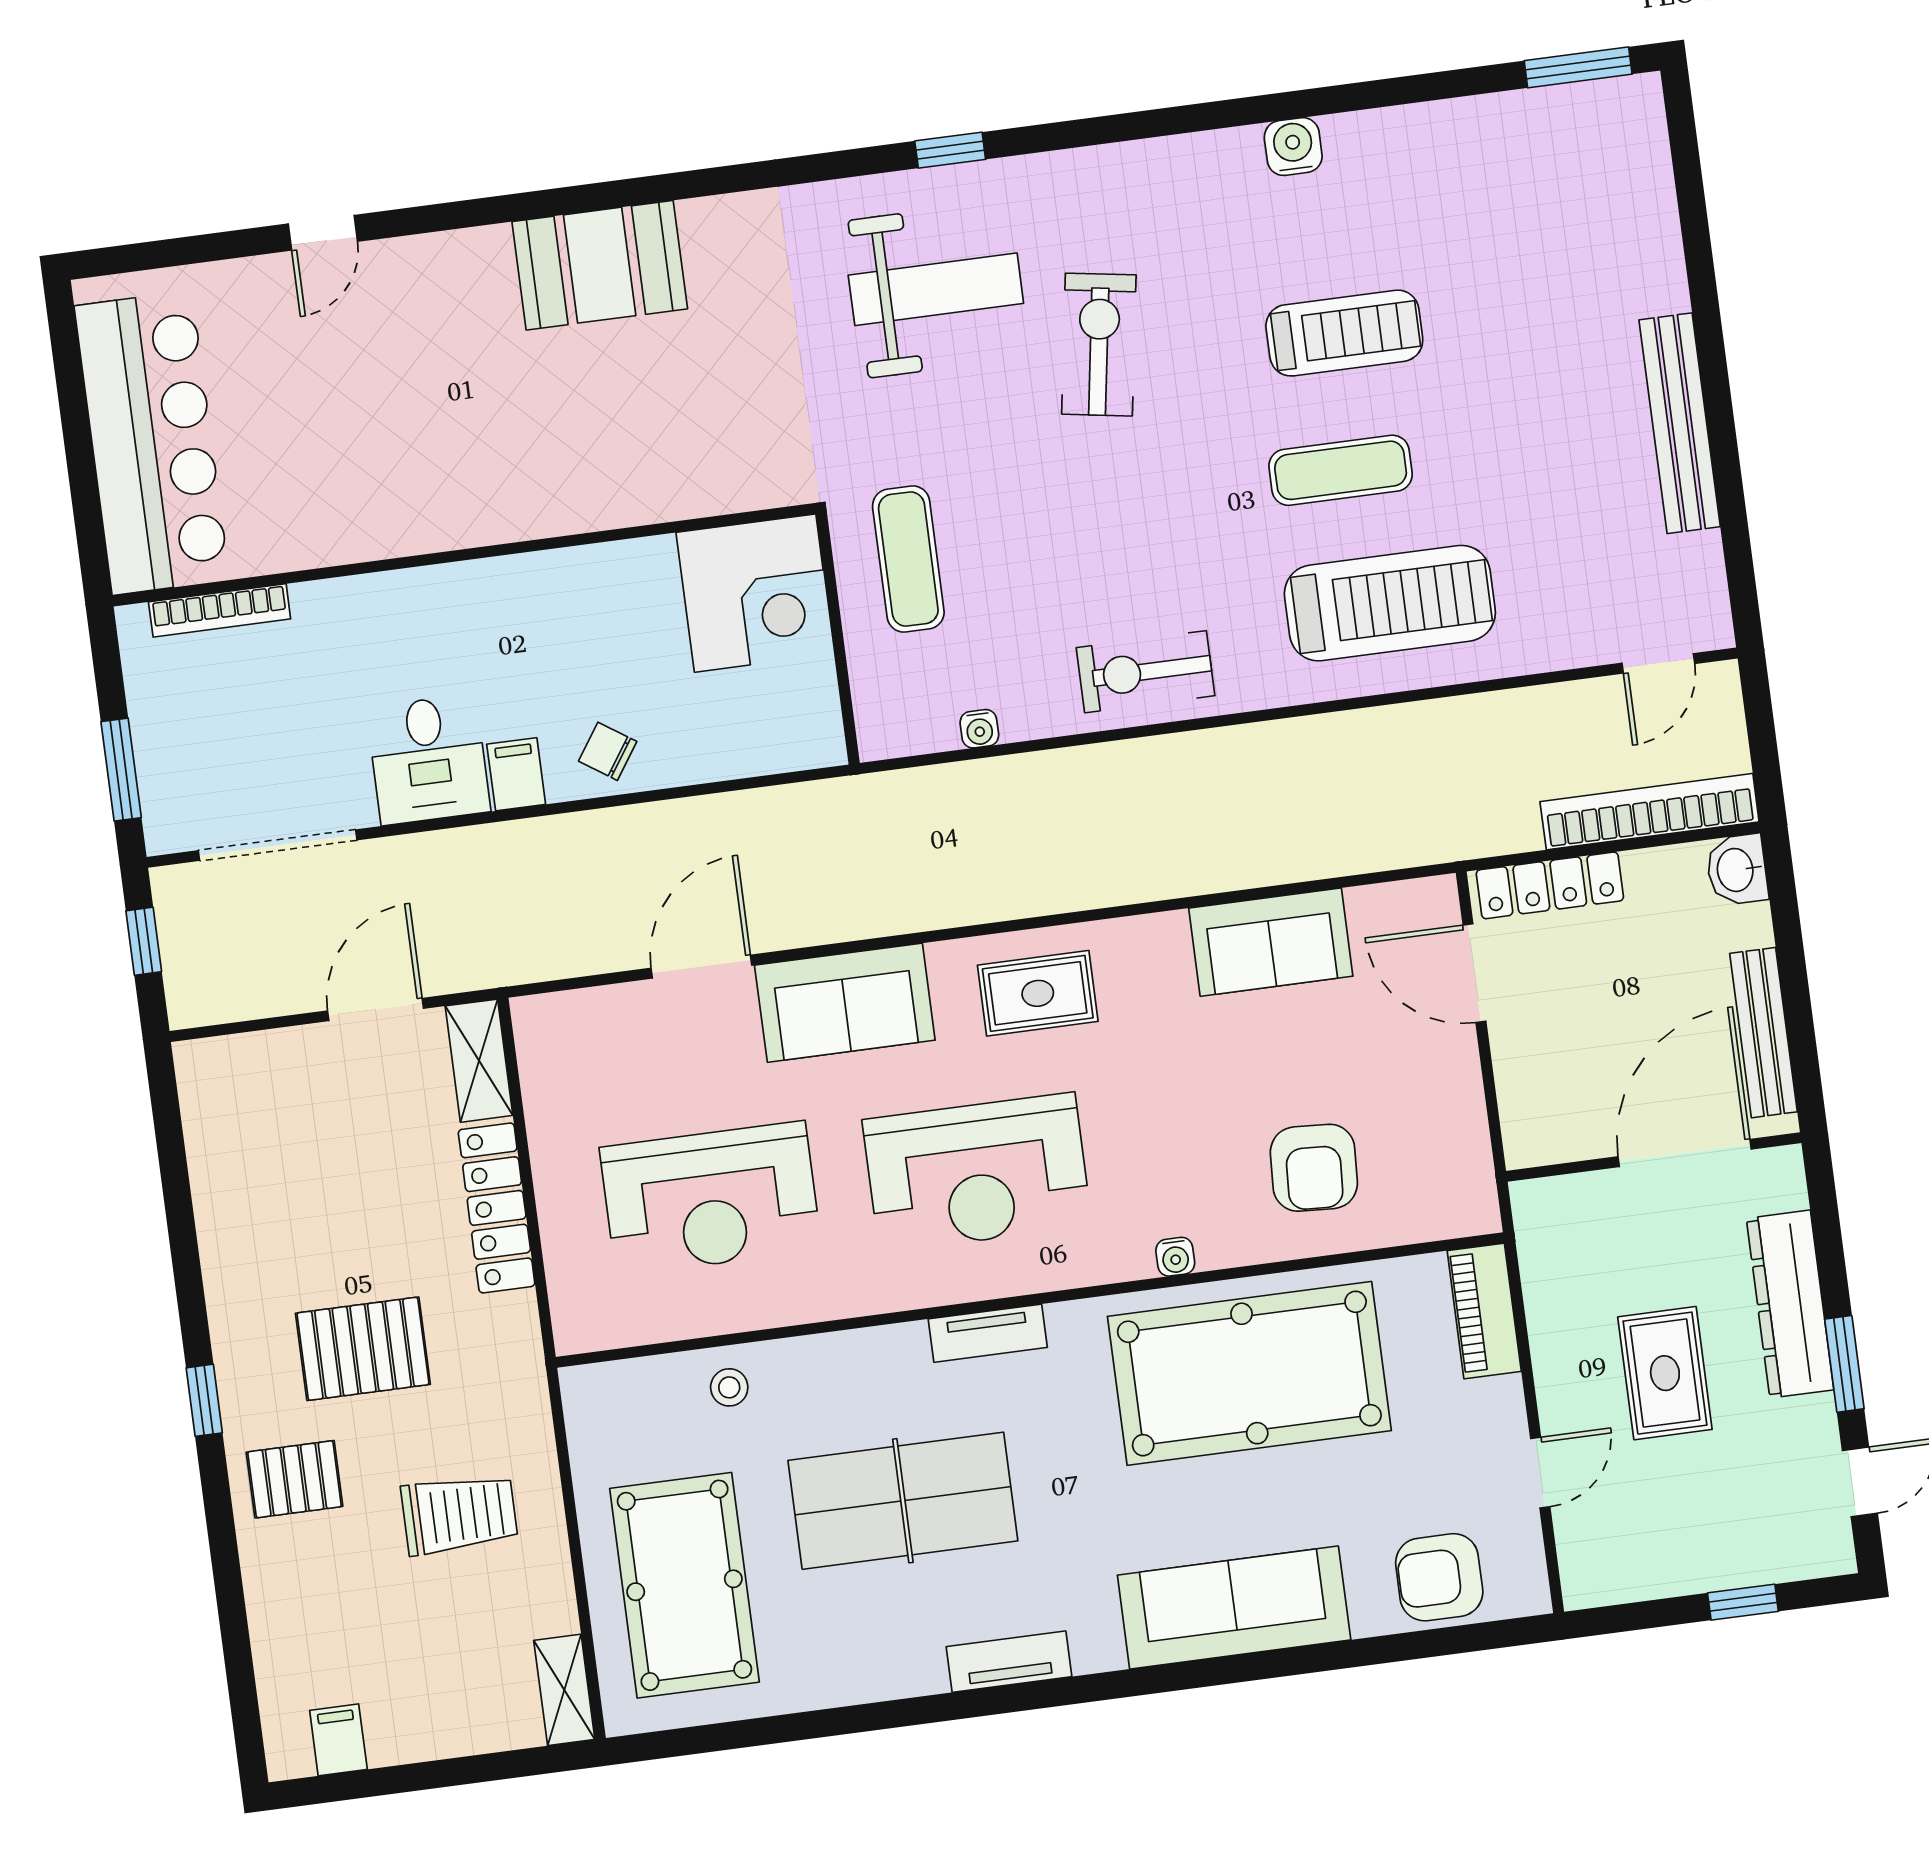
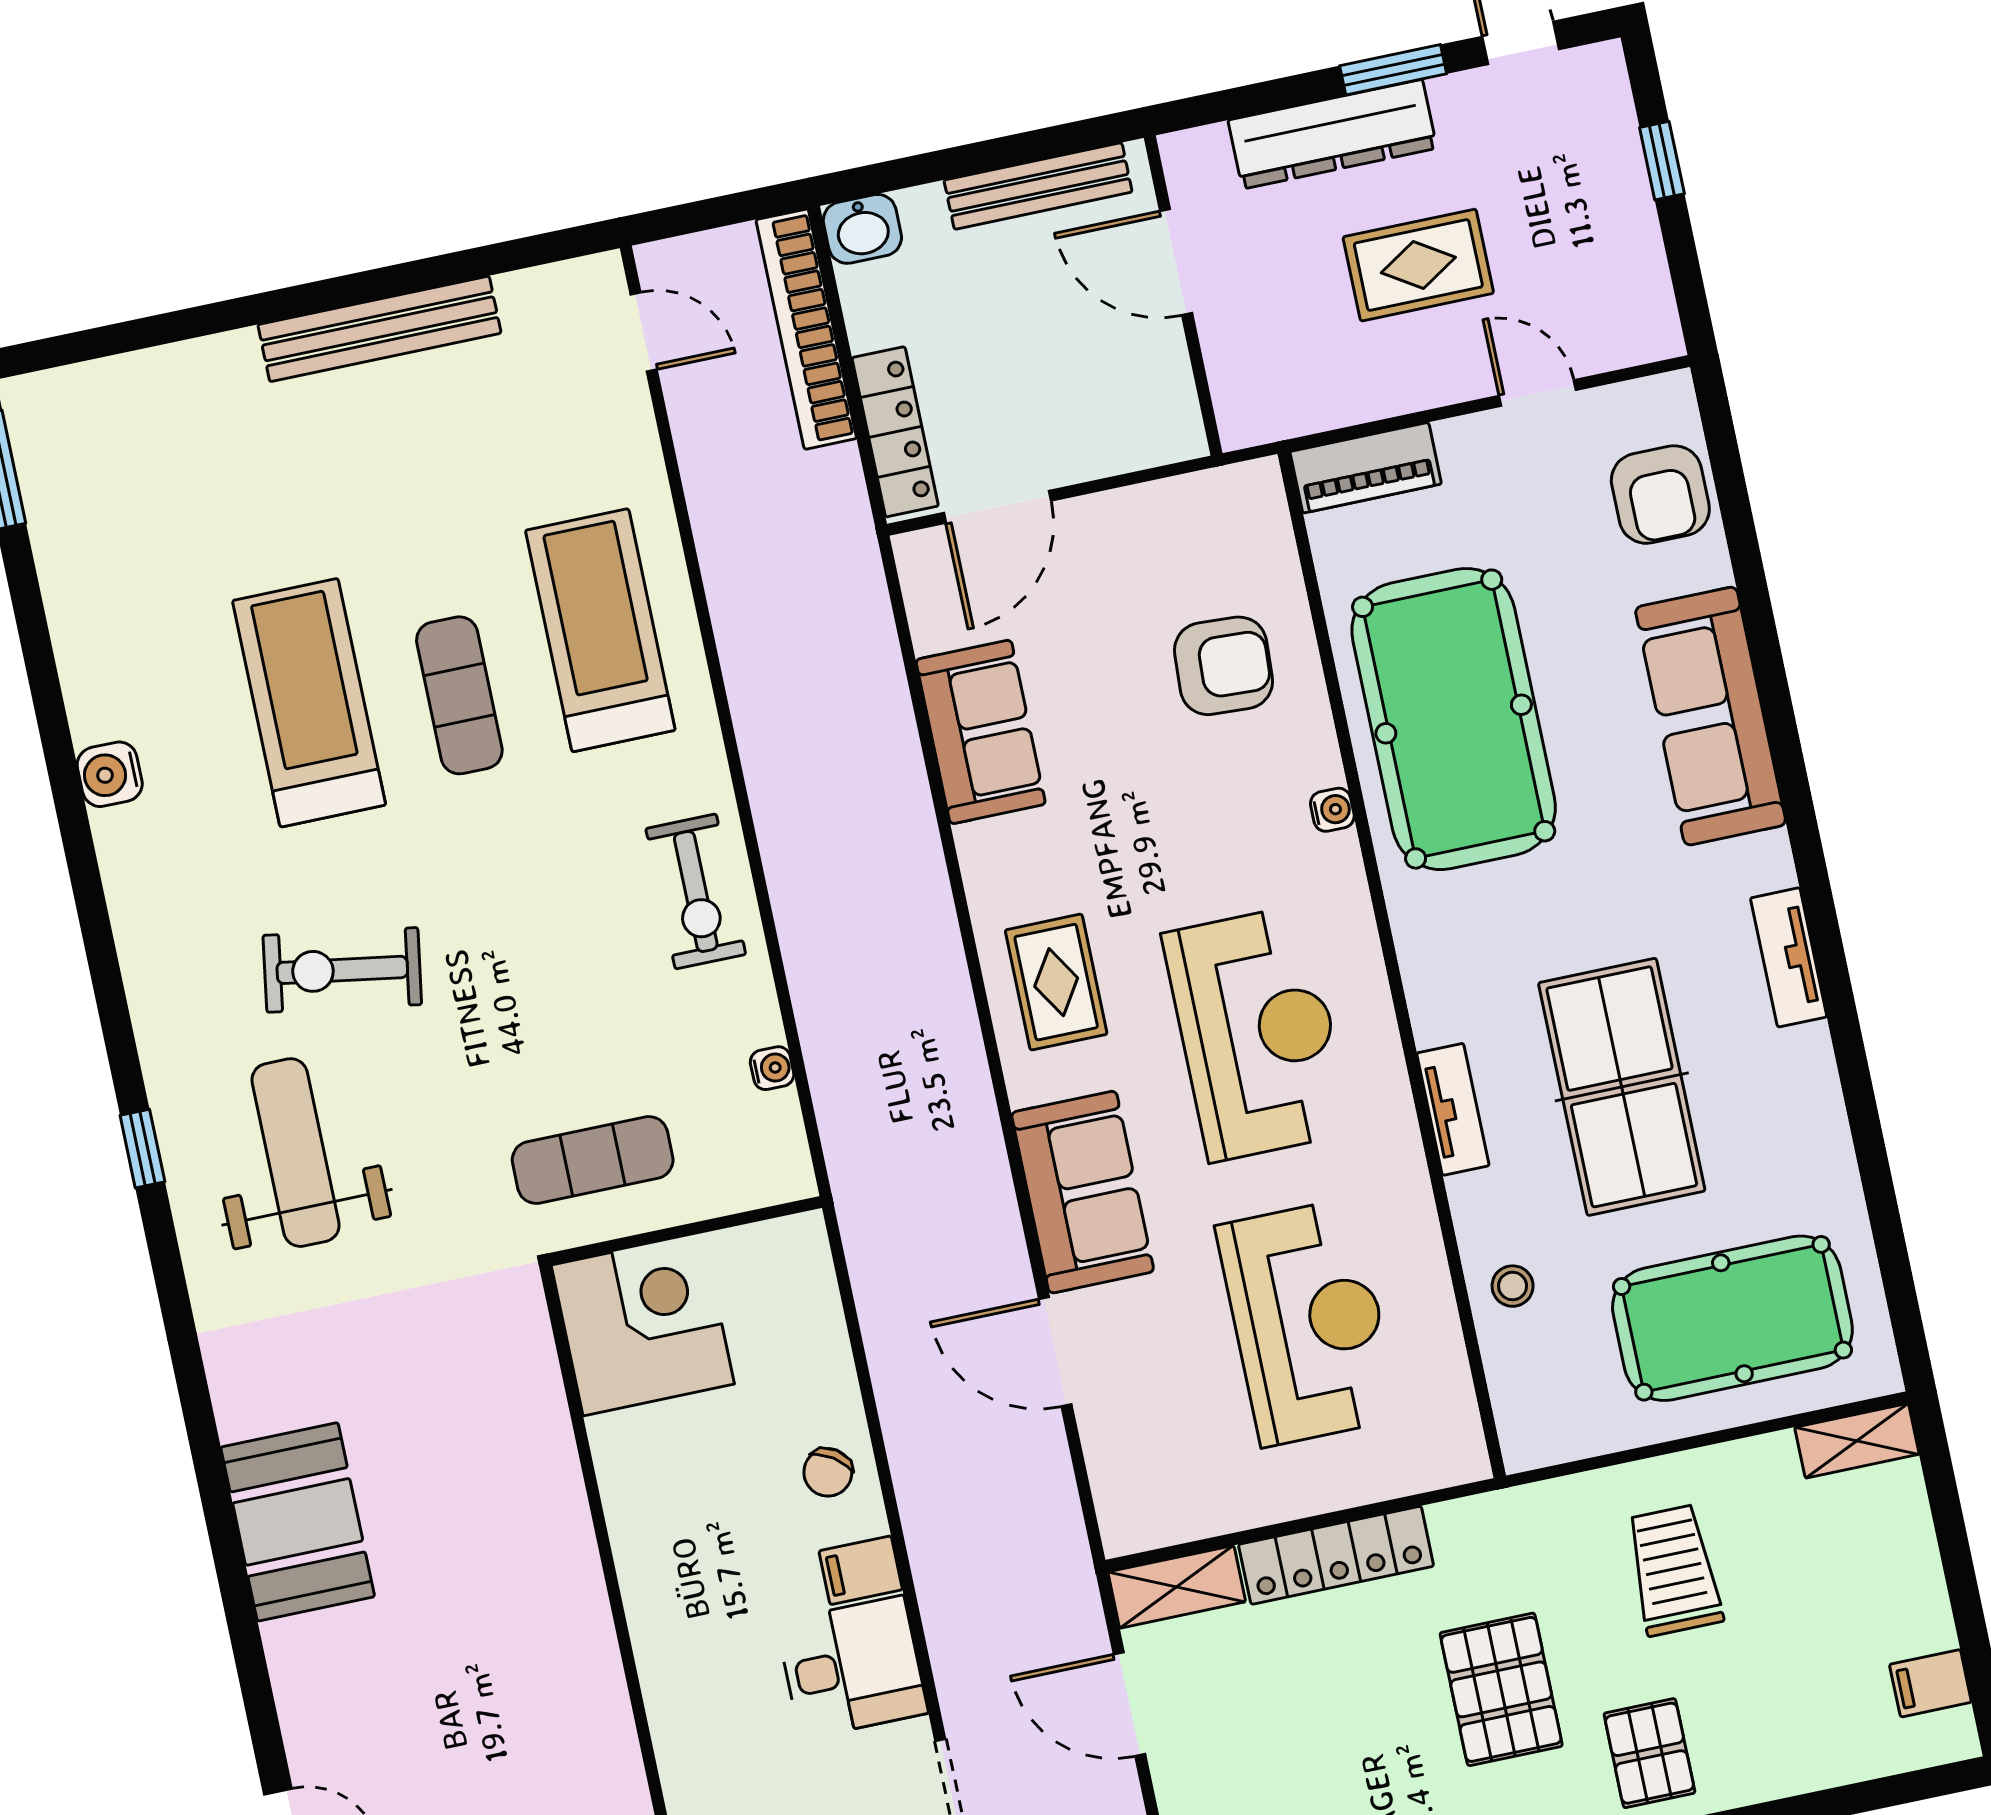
treadmill: (1344, 333) -> (309, 703), width x1.37, depth x1.38
door: (1685, 1153) -> (1176, 262), width x0.73
tv unit: (988, 1333) -> (1453, 1109), moved

